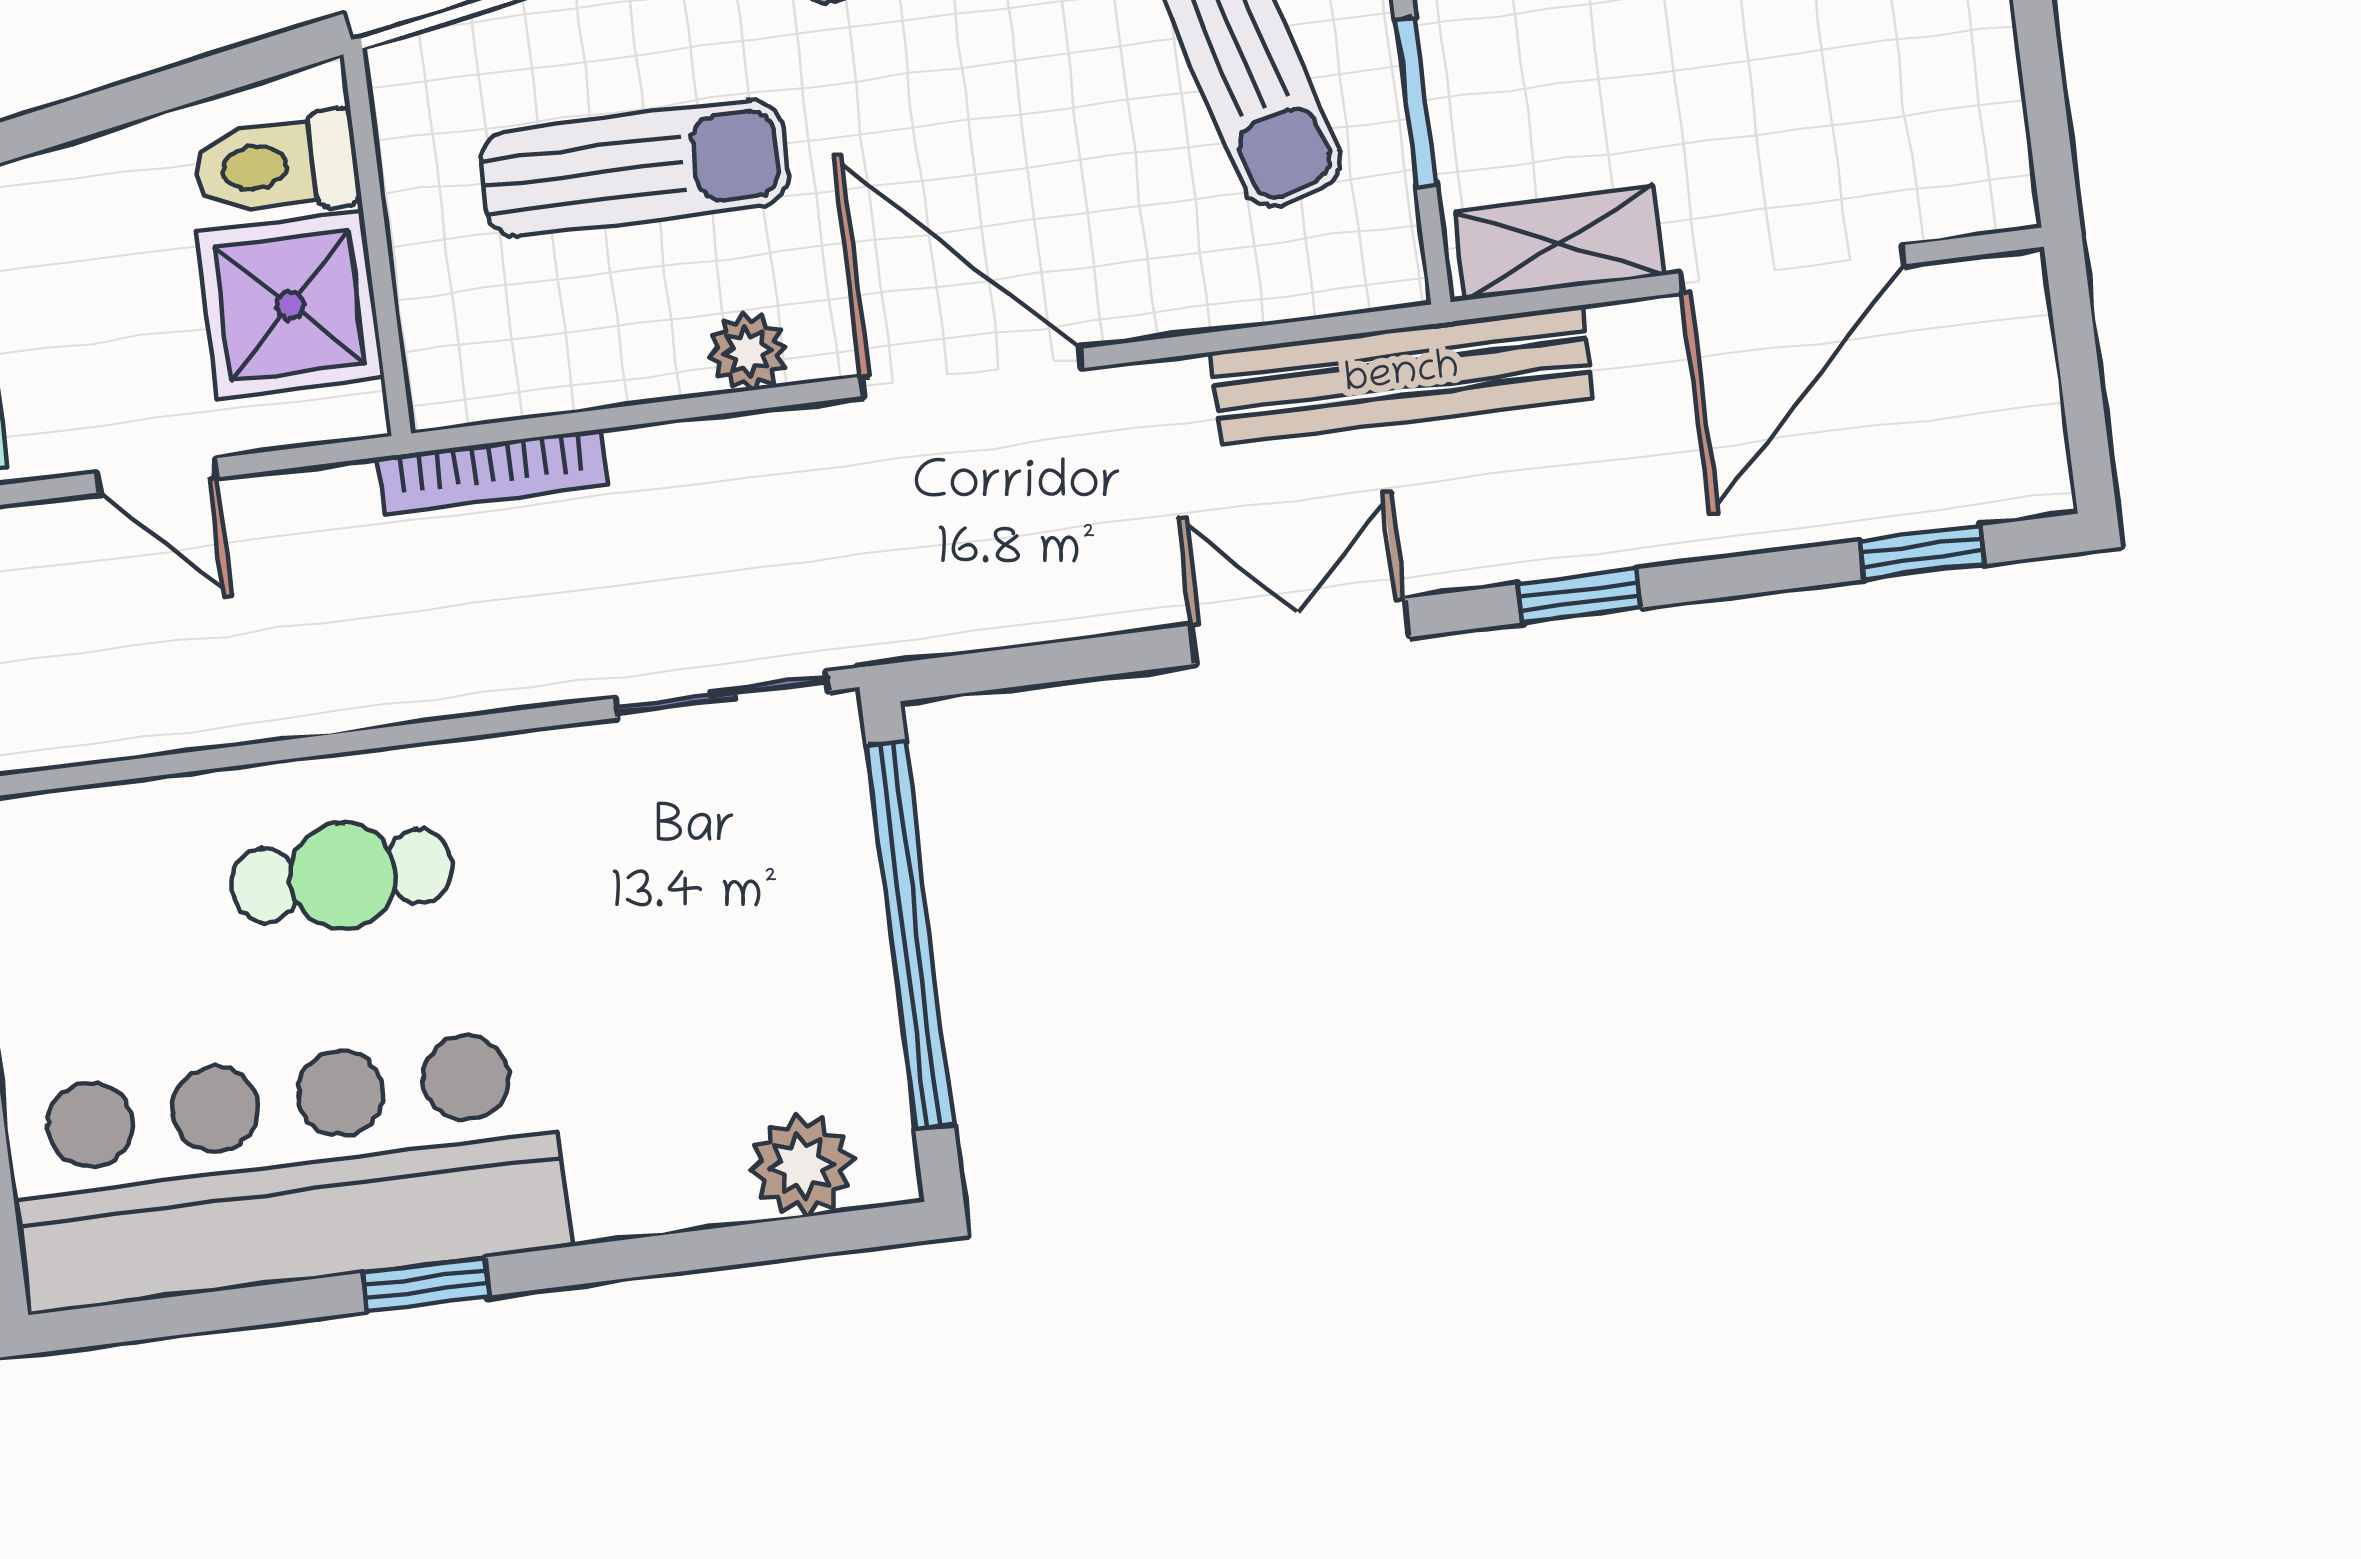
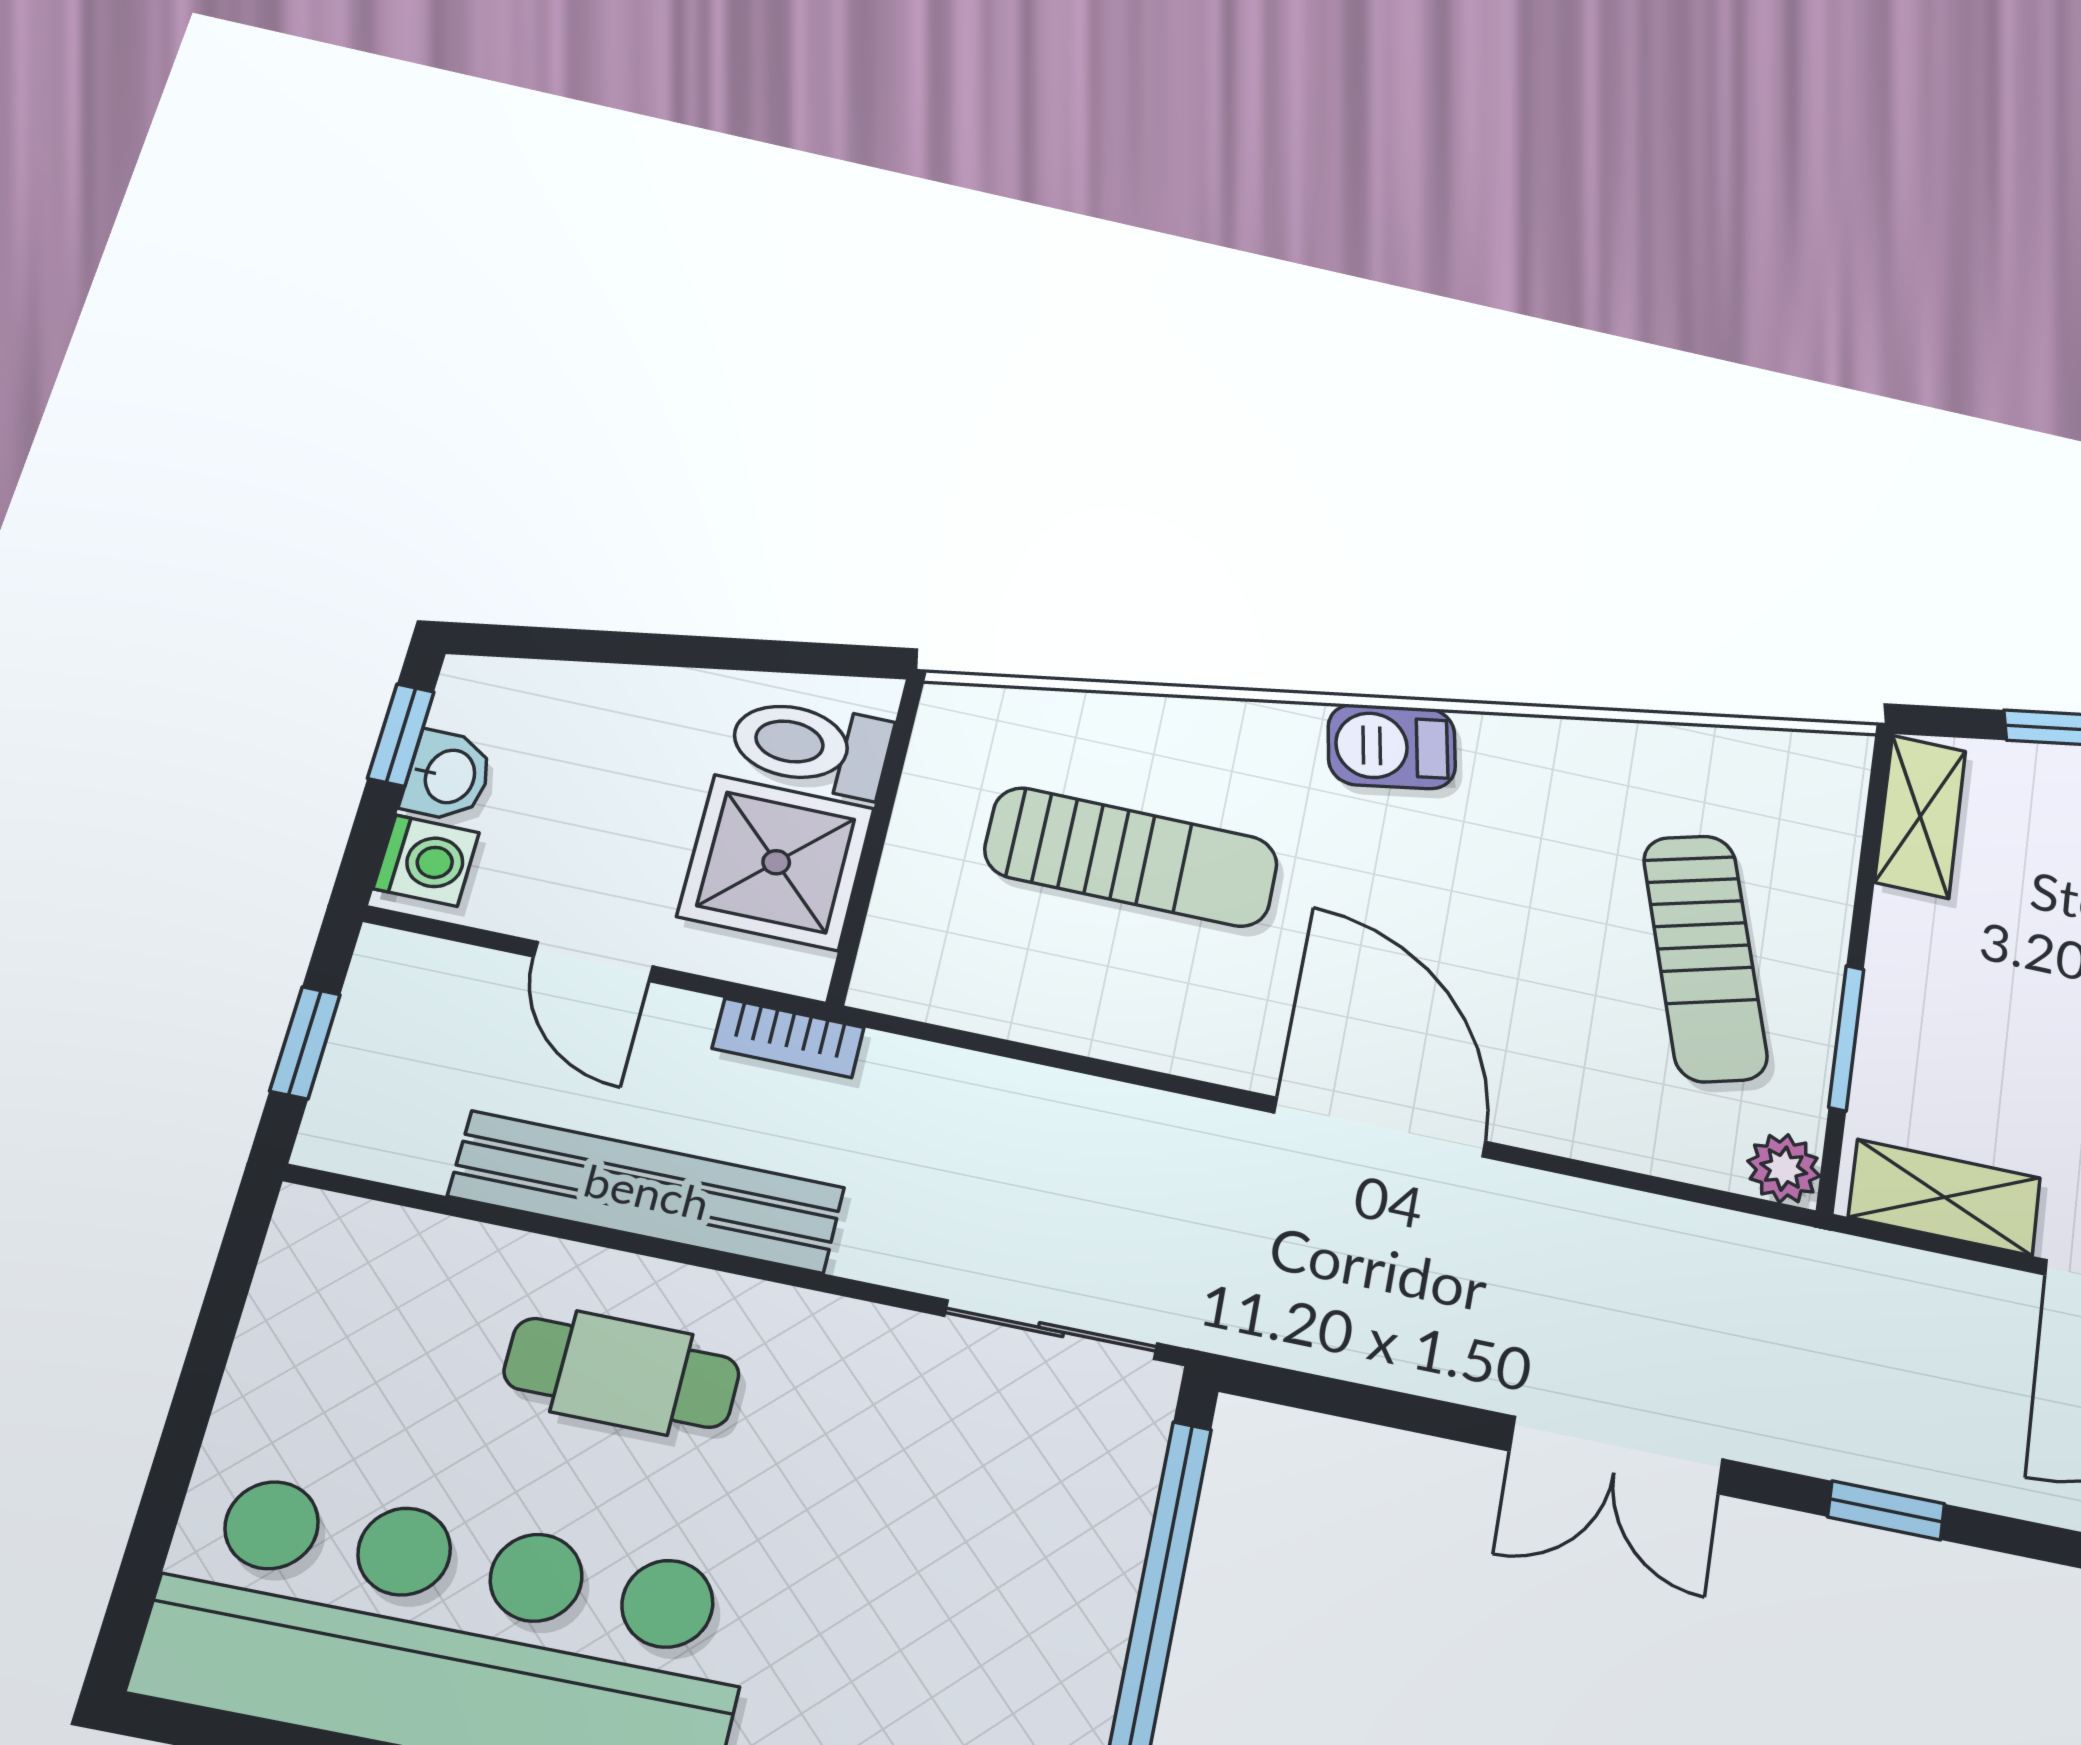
plant: (748, 352) -> (1784, 1168), moved
bench: (1402, 375) -> (647, 1192), moved
bookcase: (492, 472) -> (788, 1038), moved, width x0.64
double door: (1300, 631) -> (1616, 1455), swing flipped

